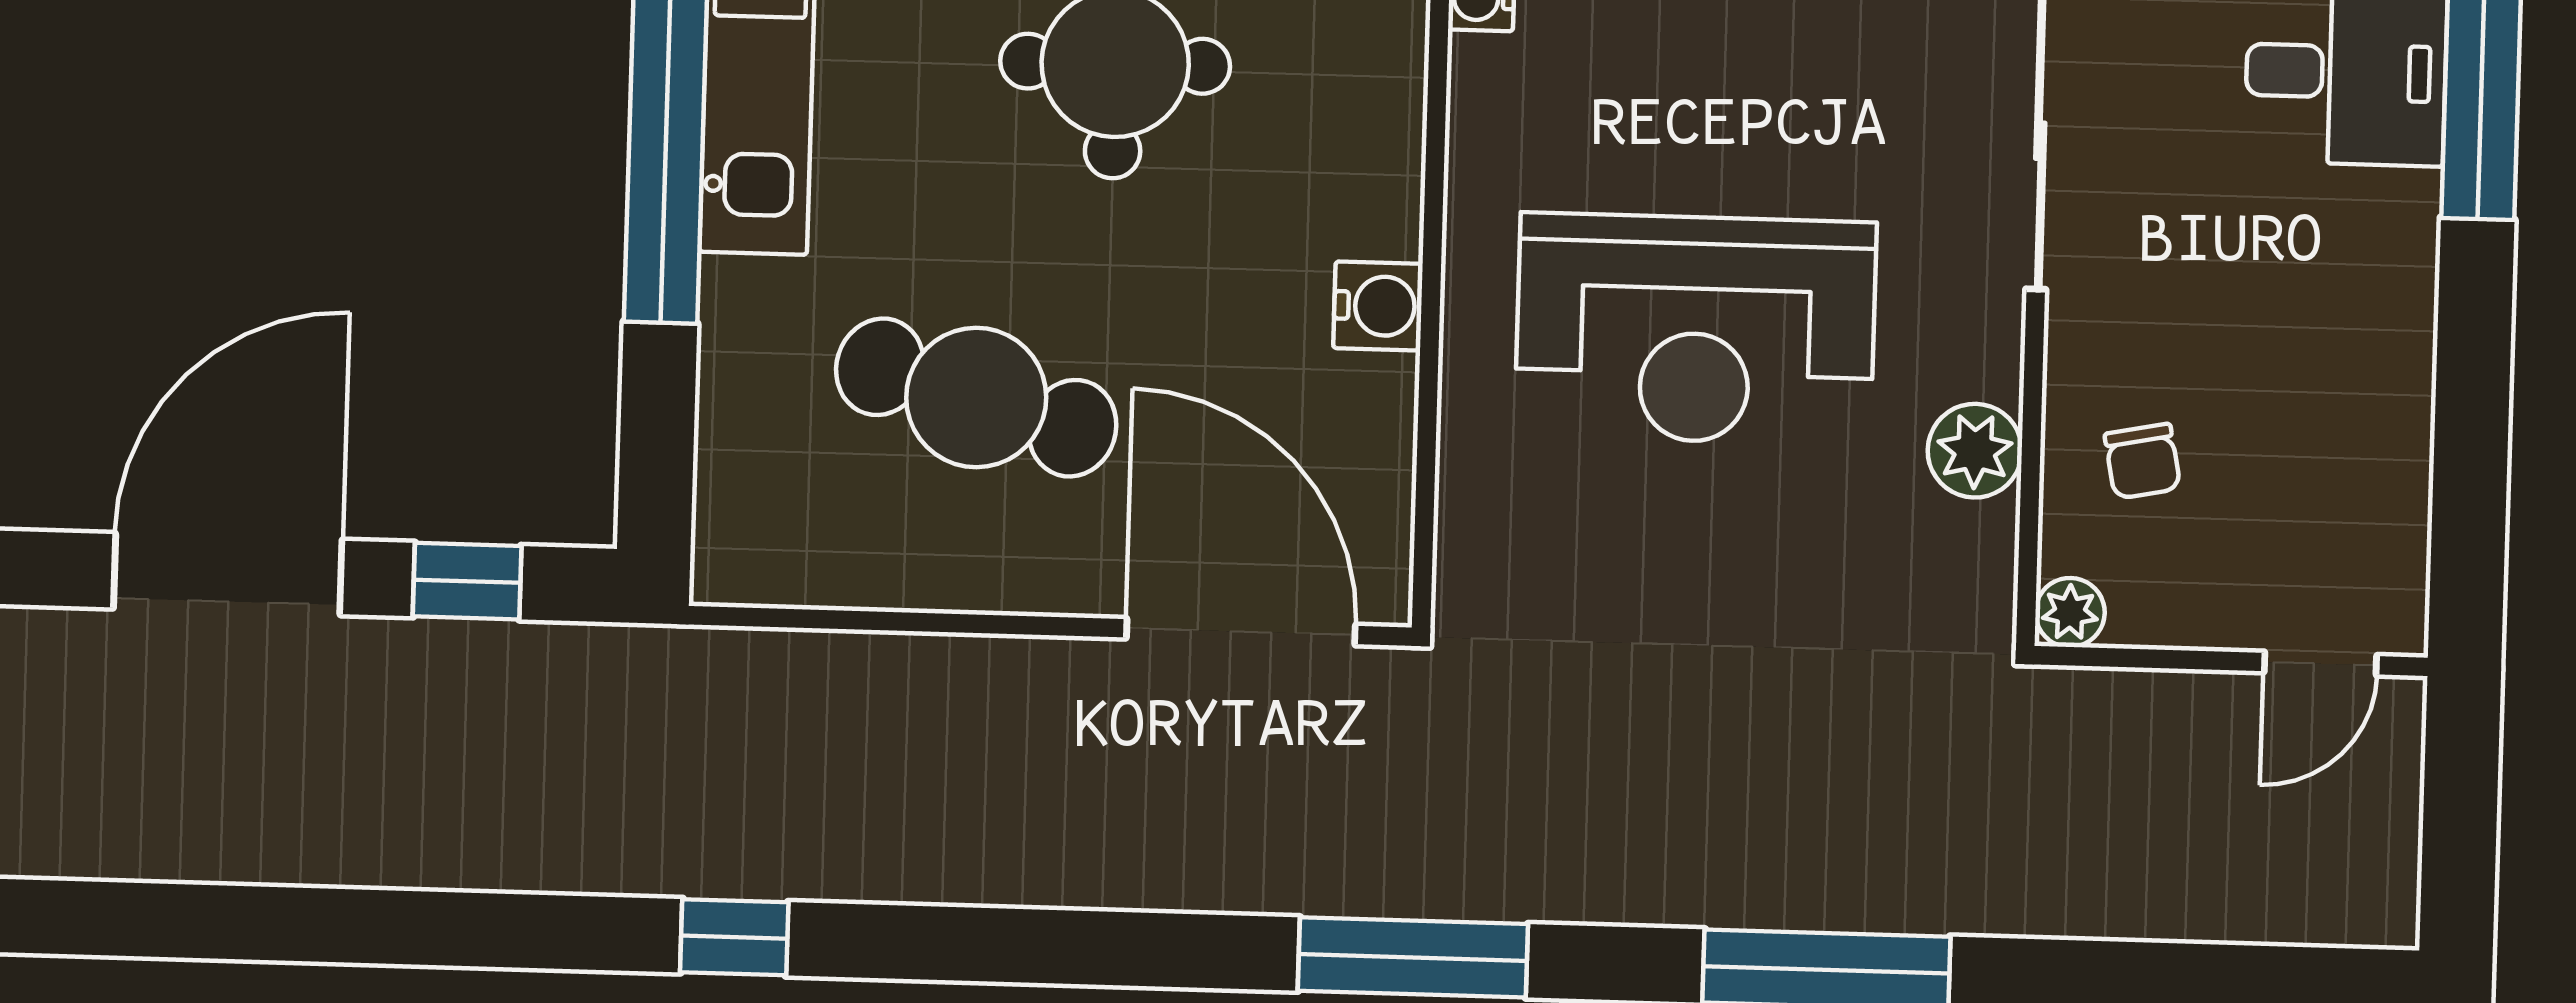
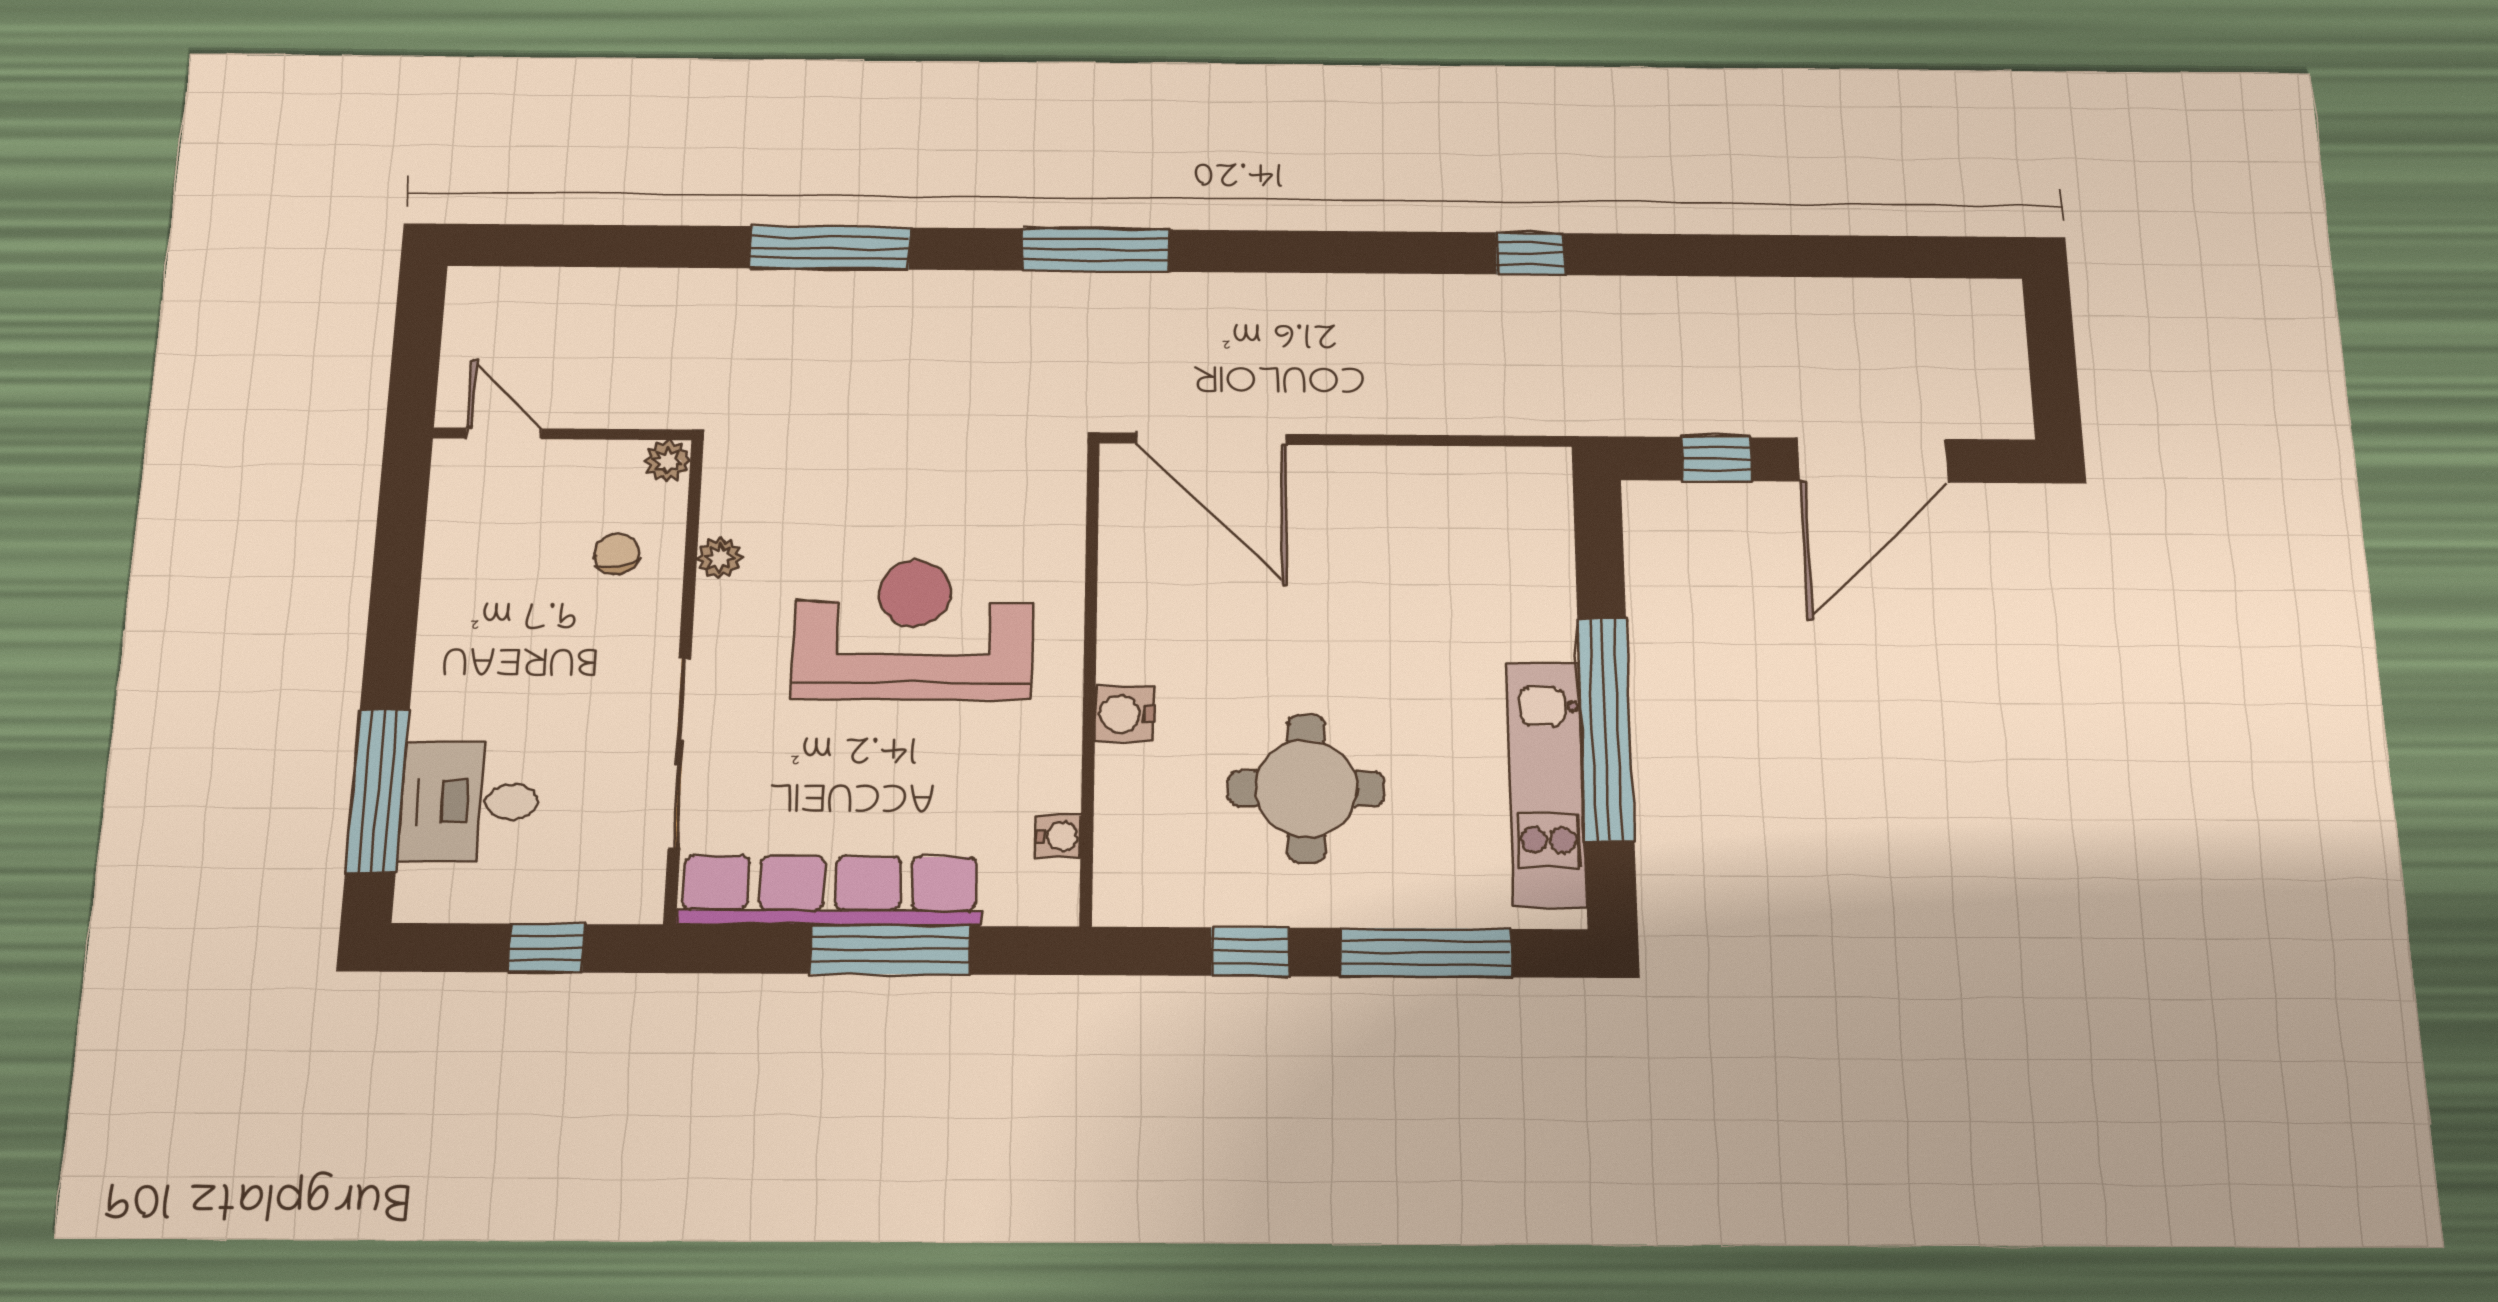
water cooler: (1378, 306) -> (1124, 714), moved
cafe table: (976, 397) -> (1390, 577), removed
plant: (1975, 451) -> (720, 558), width x0.73, depth x0.73
door: (2320, 664) -> (504, 433), hinge flipped

